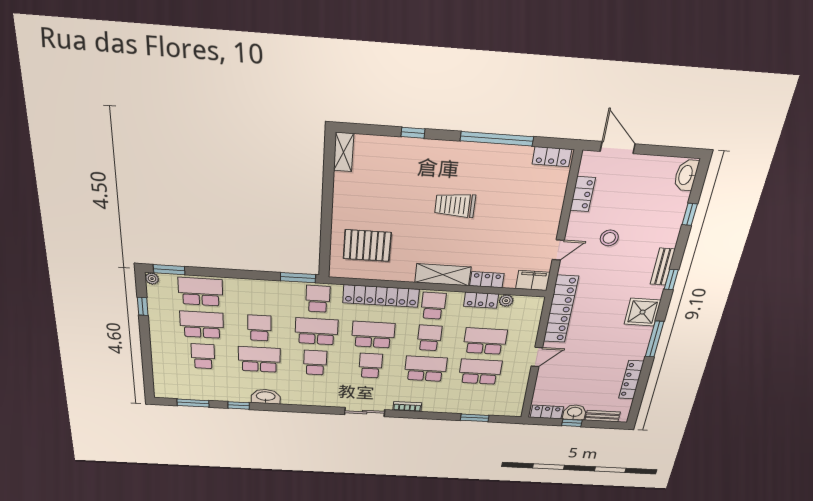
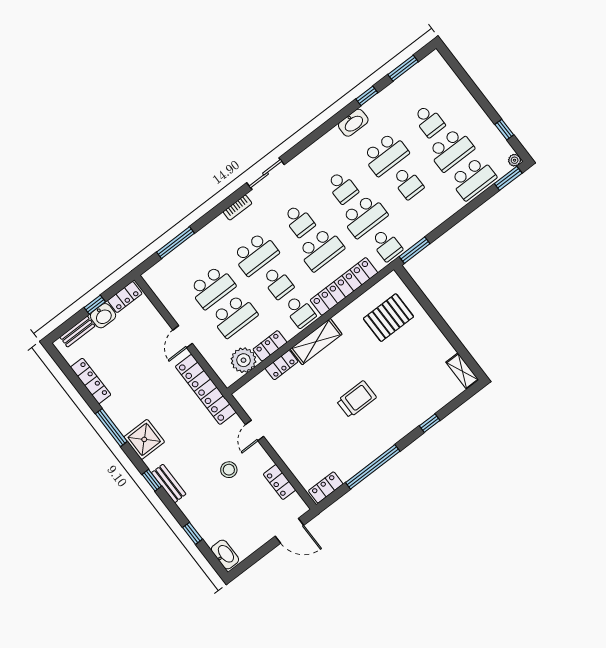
filing cabinet: (533, 280) -> (249, 393), removed
plant: (506, 301) -> (244, 360), width x1.88, depth x1.88
window: (475, 418) -> (176, 243), width x1.44

